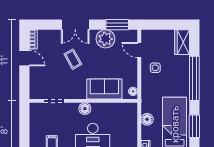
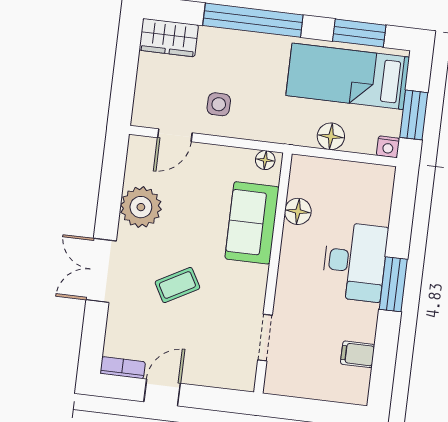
double door: (75, 25) -> (101, 270), swing flipped
window: (117, 25) -> (112, 177), removed
floor lamp: (85, 109) -> (298, 211), moved

